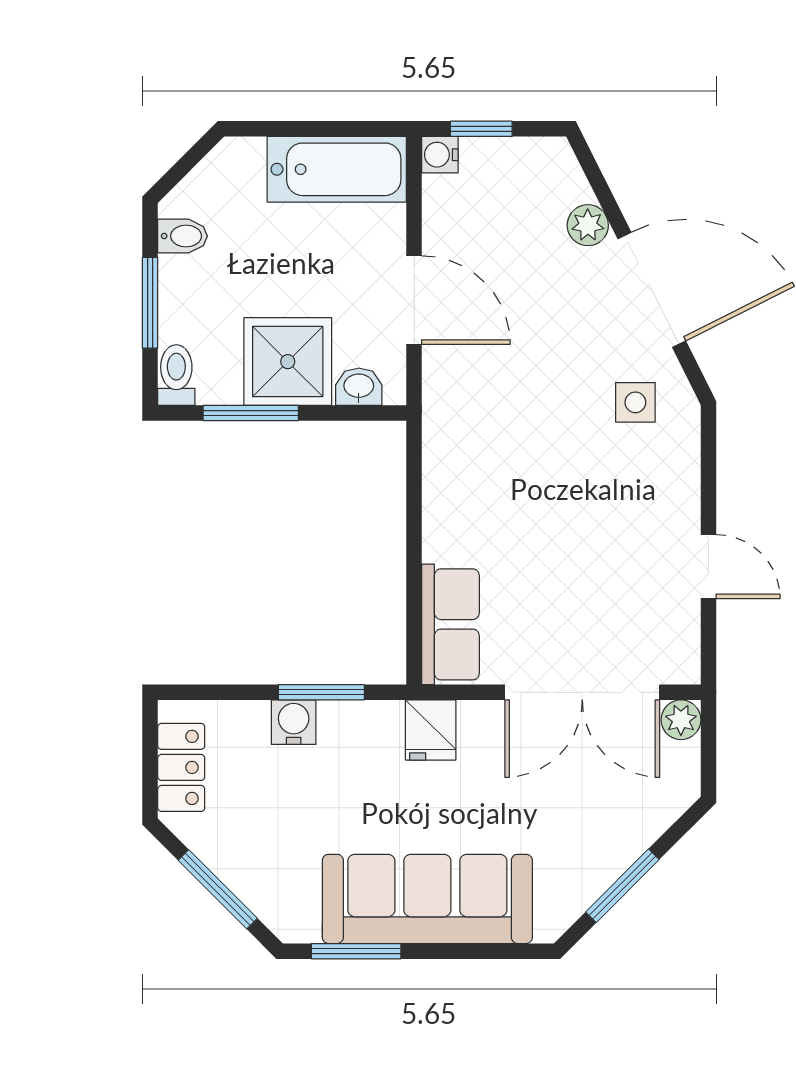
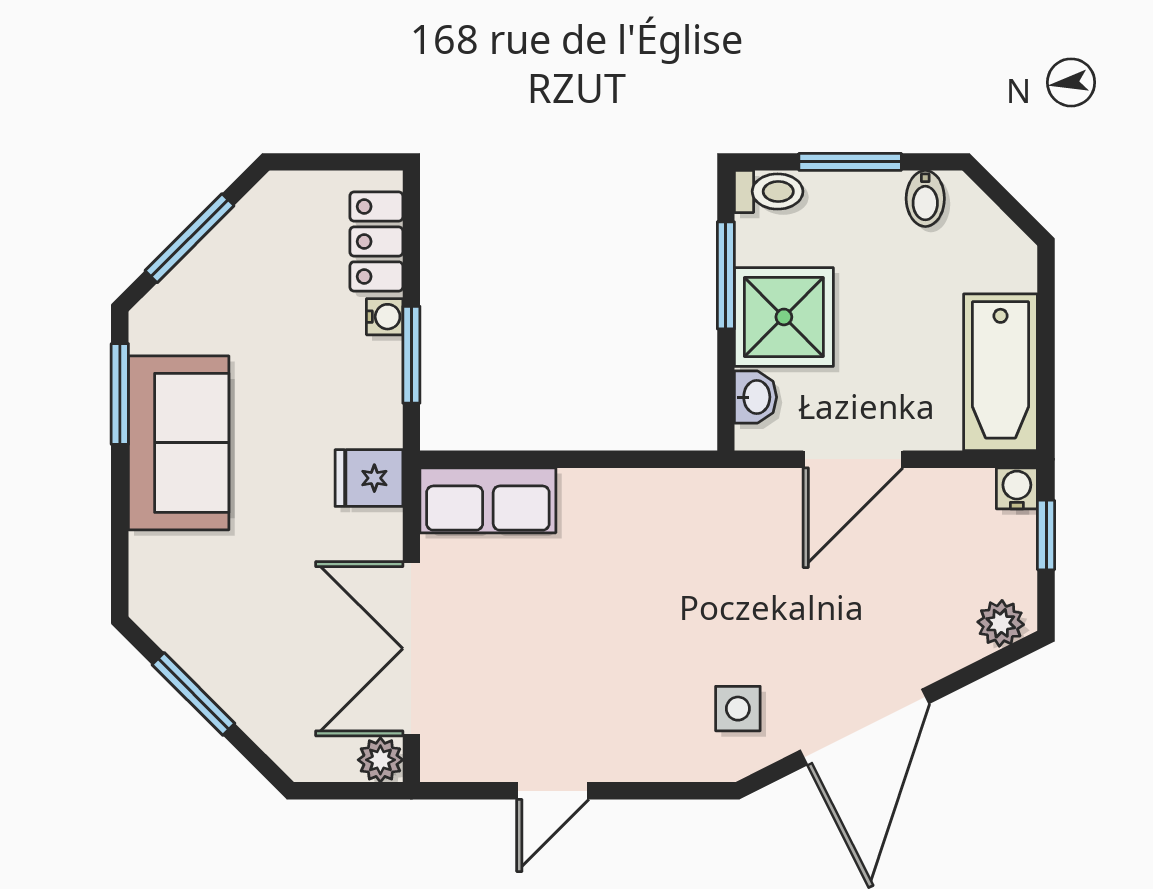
plant: (588, 225) -> (1001, 623), moved
water cooler: (294, 722) -> (385, 317), width x0.72, depth x0.72
locker: (181, 767) -> (376, 241), moved, turned 90
sofa: (427, 899) -> (179, 443), width x0.73

